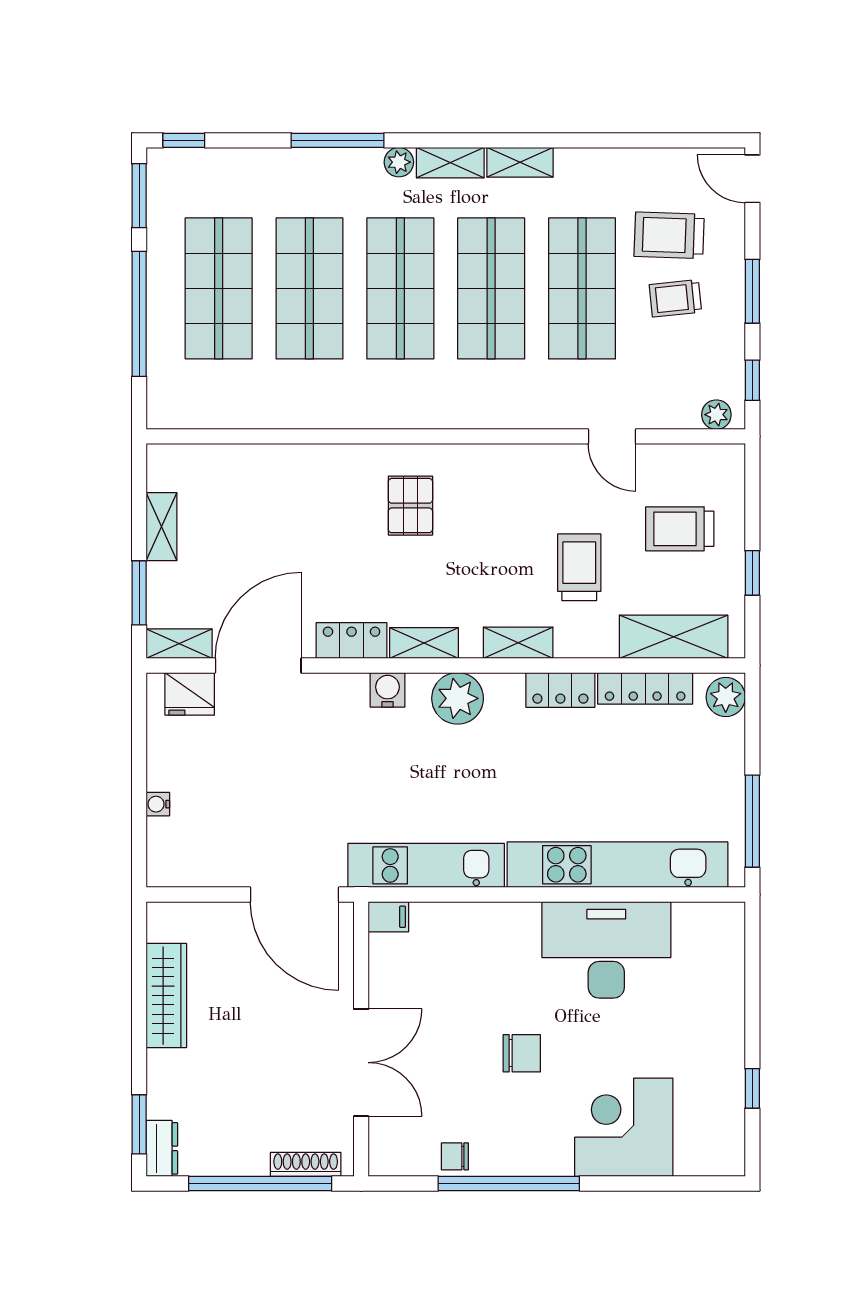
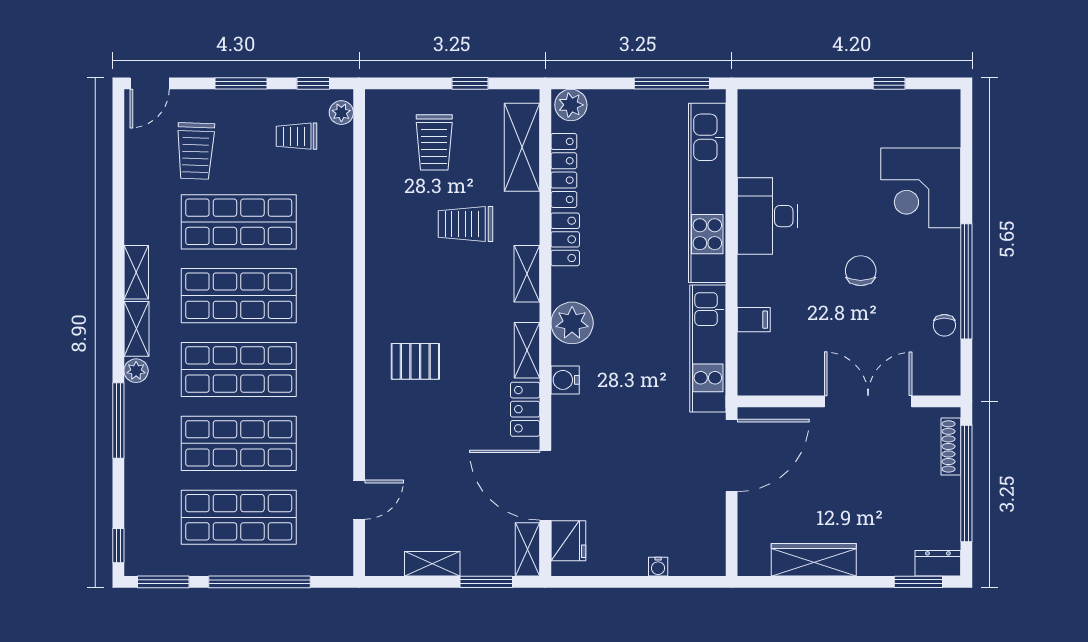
trolley: (675, 298) -> (296, 136), moved, turned 96
door: (612, 436) -> (359, 500), moved
filing cabinet: (388, 917) -> (754, 320), moved, turned 90
desk: (606, 950) -> (767, 216), width x0.73, depth x0.77

